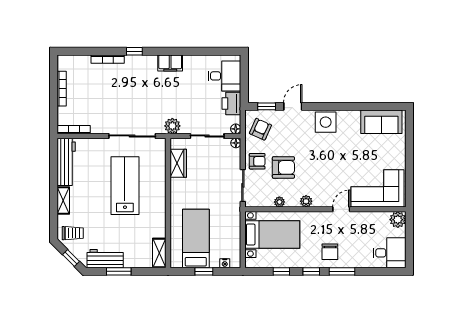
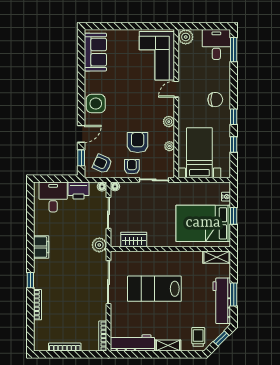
door: (293, 106) -> (81, 134), swing flipped
door: (341, 209) -> (176, 89), hinge flipped
bed: (196, 239) -> (203, 223), width x1.50
workbench: (105, 259) -> (222, 301), width x1.38
window: (342, 271) -> (234, 50), moved

